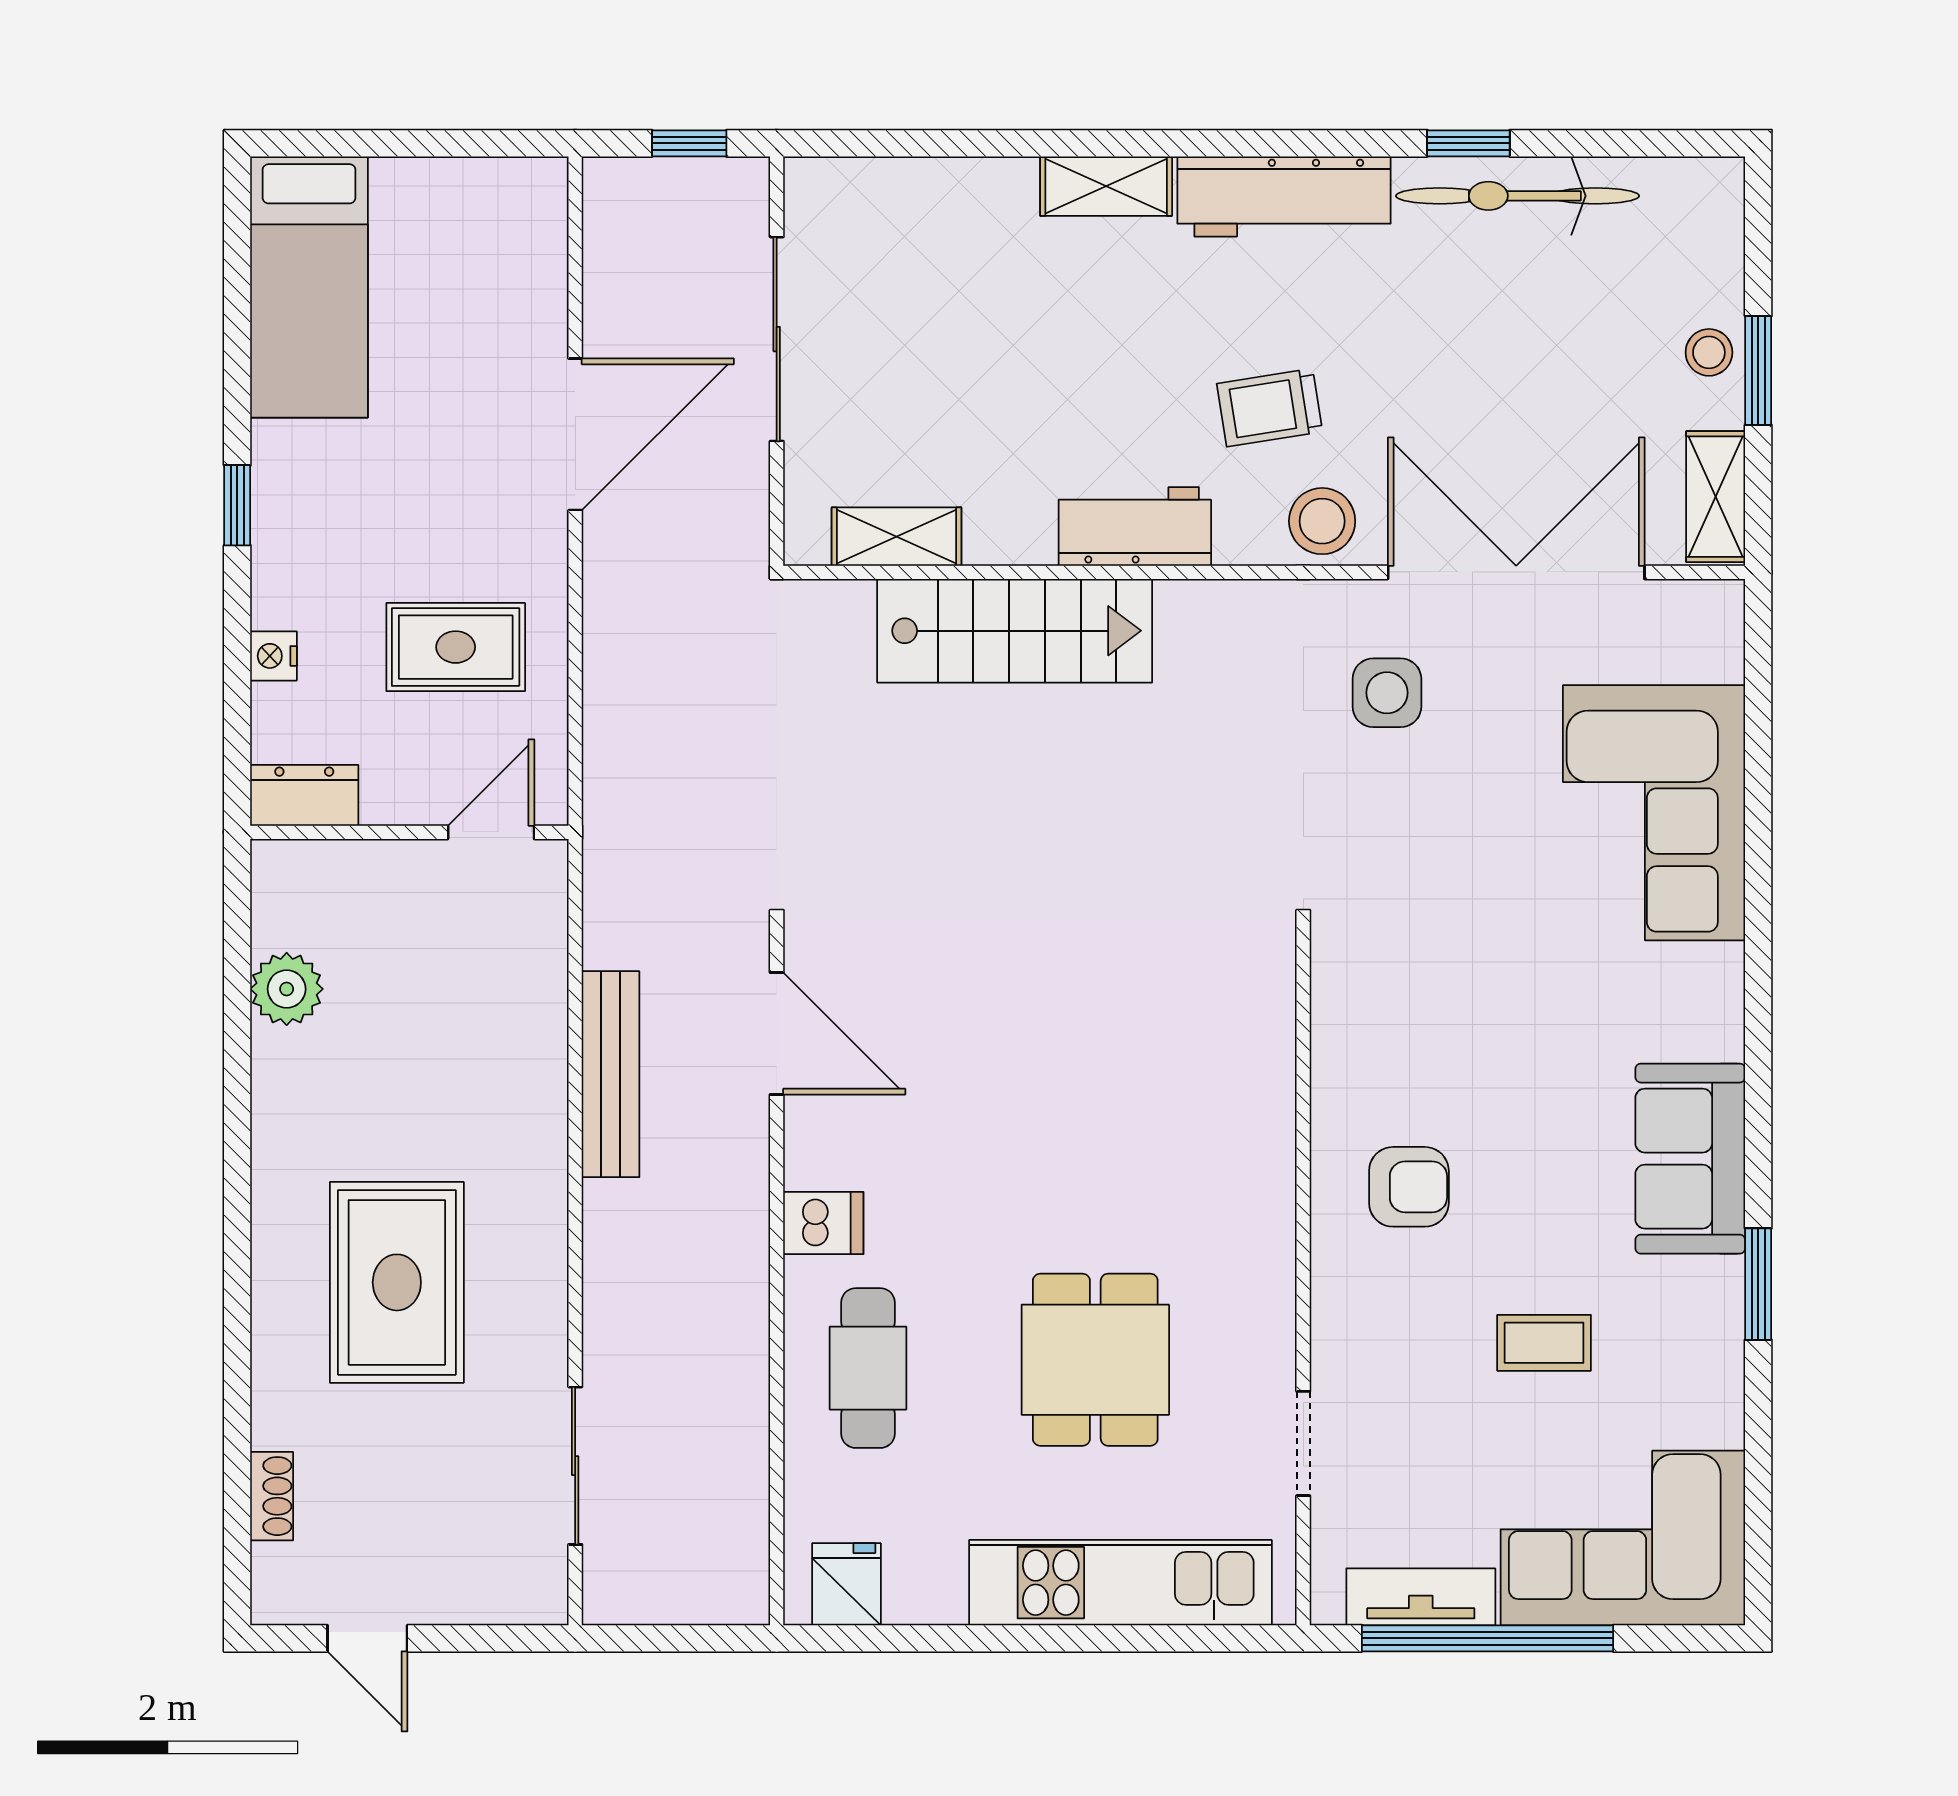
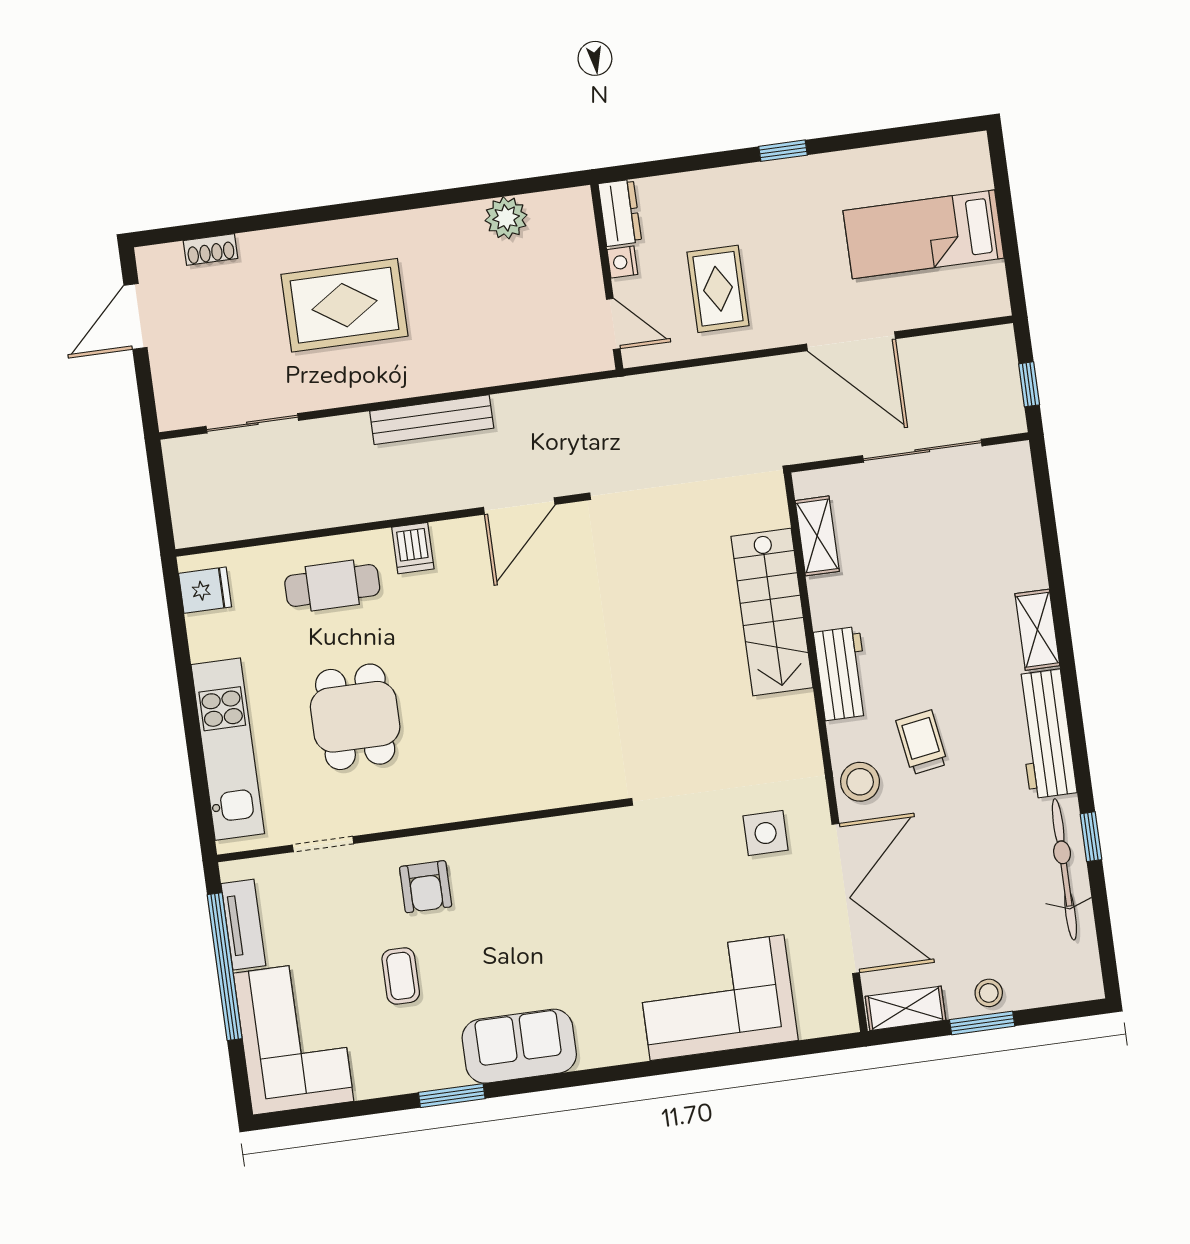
bed: (309, 287) -> (924, 234), moved
nightstand: (274, 656) -> (622, 262), moved, turned -90
bench: (611, 1074) -> (432, 420), moved
armchair: (1409, 1187) -> (426, 887), moved
dining table: (1095, 1360) -> (355, 717), turned 90
door: (367, 1638) -> (136, 316), width x1.37

